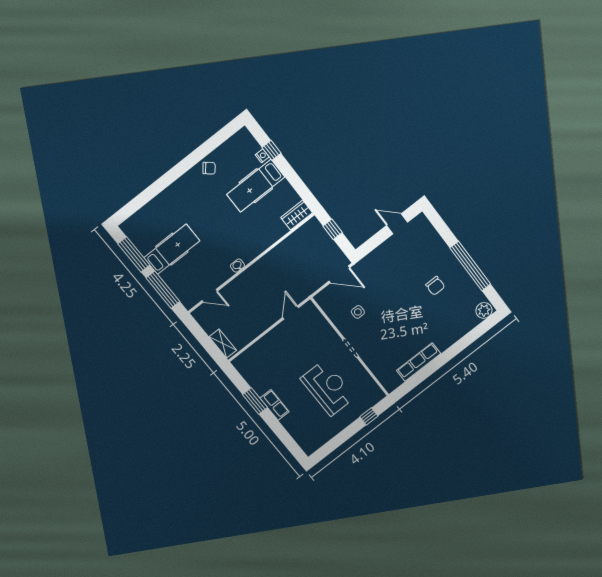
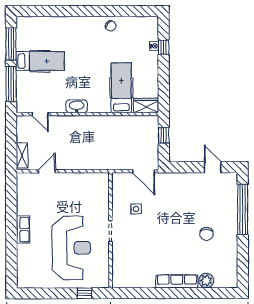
hospital bed: (256, 186) -> (121, 88), moved, turned 90
washbasin: (238, 266) -> (77, 106), width x1.91, depth x1.45
window: (470, 266) -> (243, 209), moved
plant: (484, 310) -> (206, 281), moved
door: (291, 312) -> (47, 171), moved
row of seats: (419, 362) -> (177, 281), moved
reception desk: (328, 388) -> (71, 248), width x1.36, depth x1.30
window: (255, 401) -> (11, 216), removed

